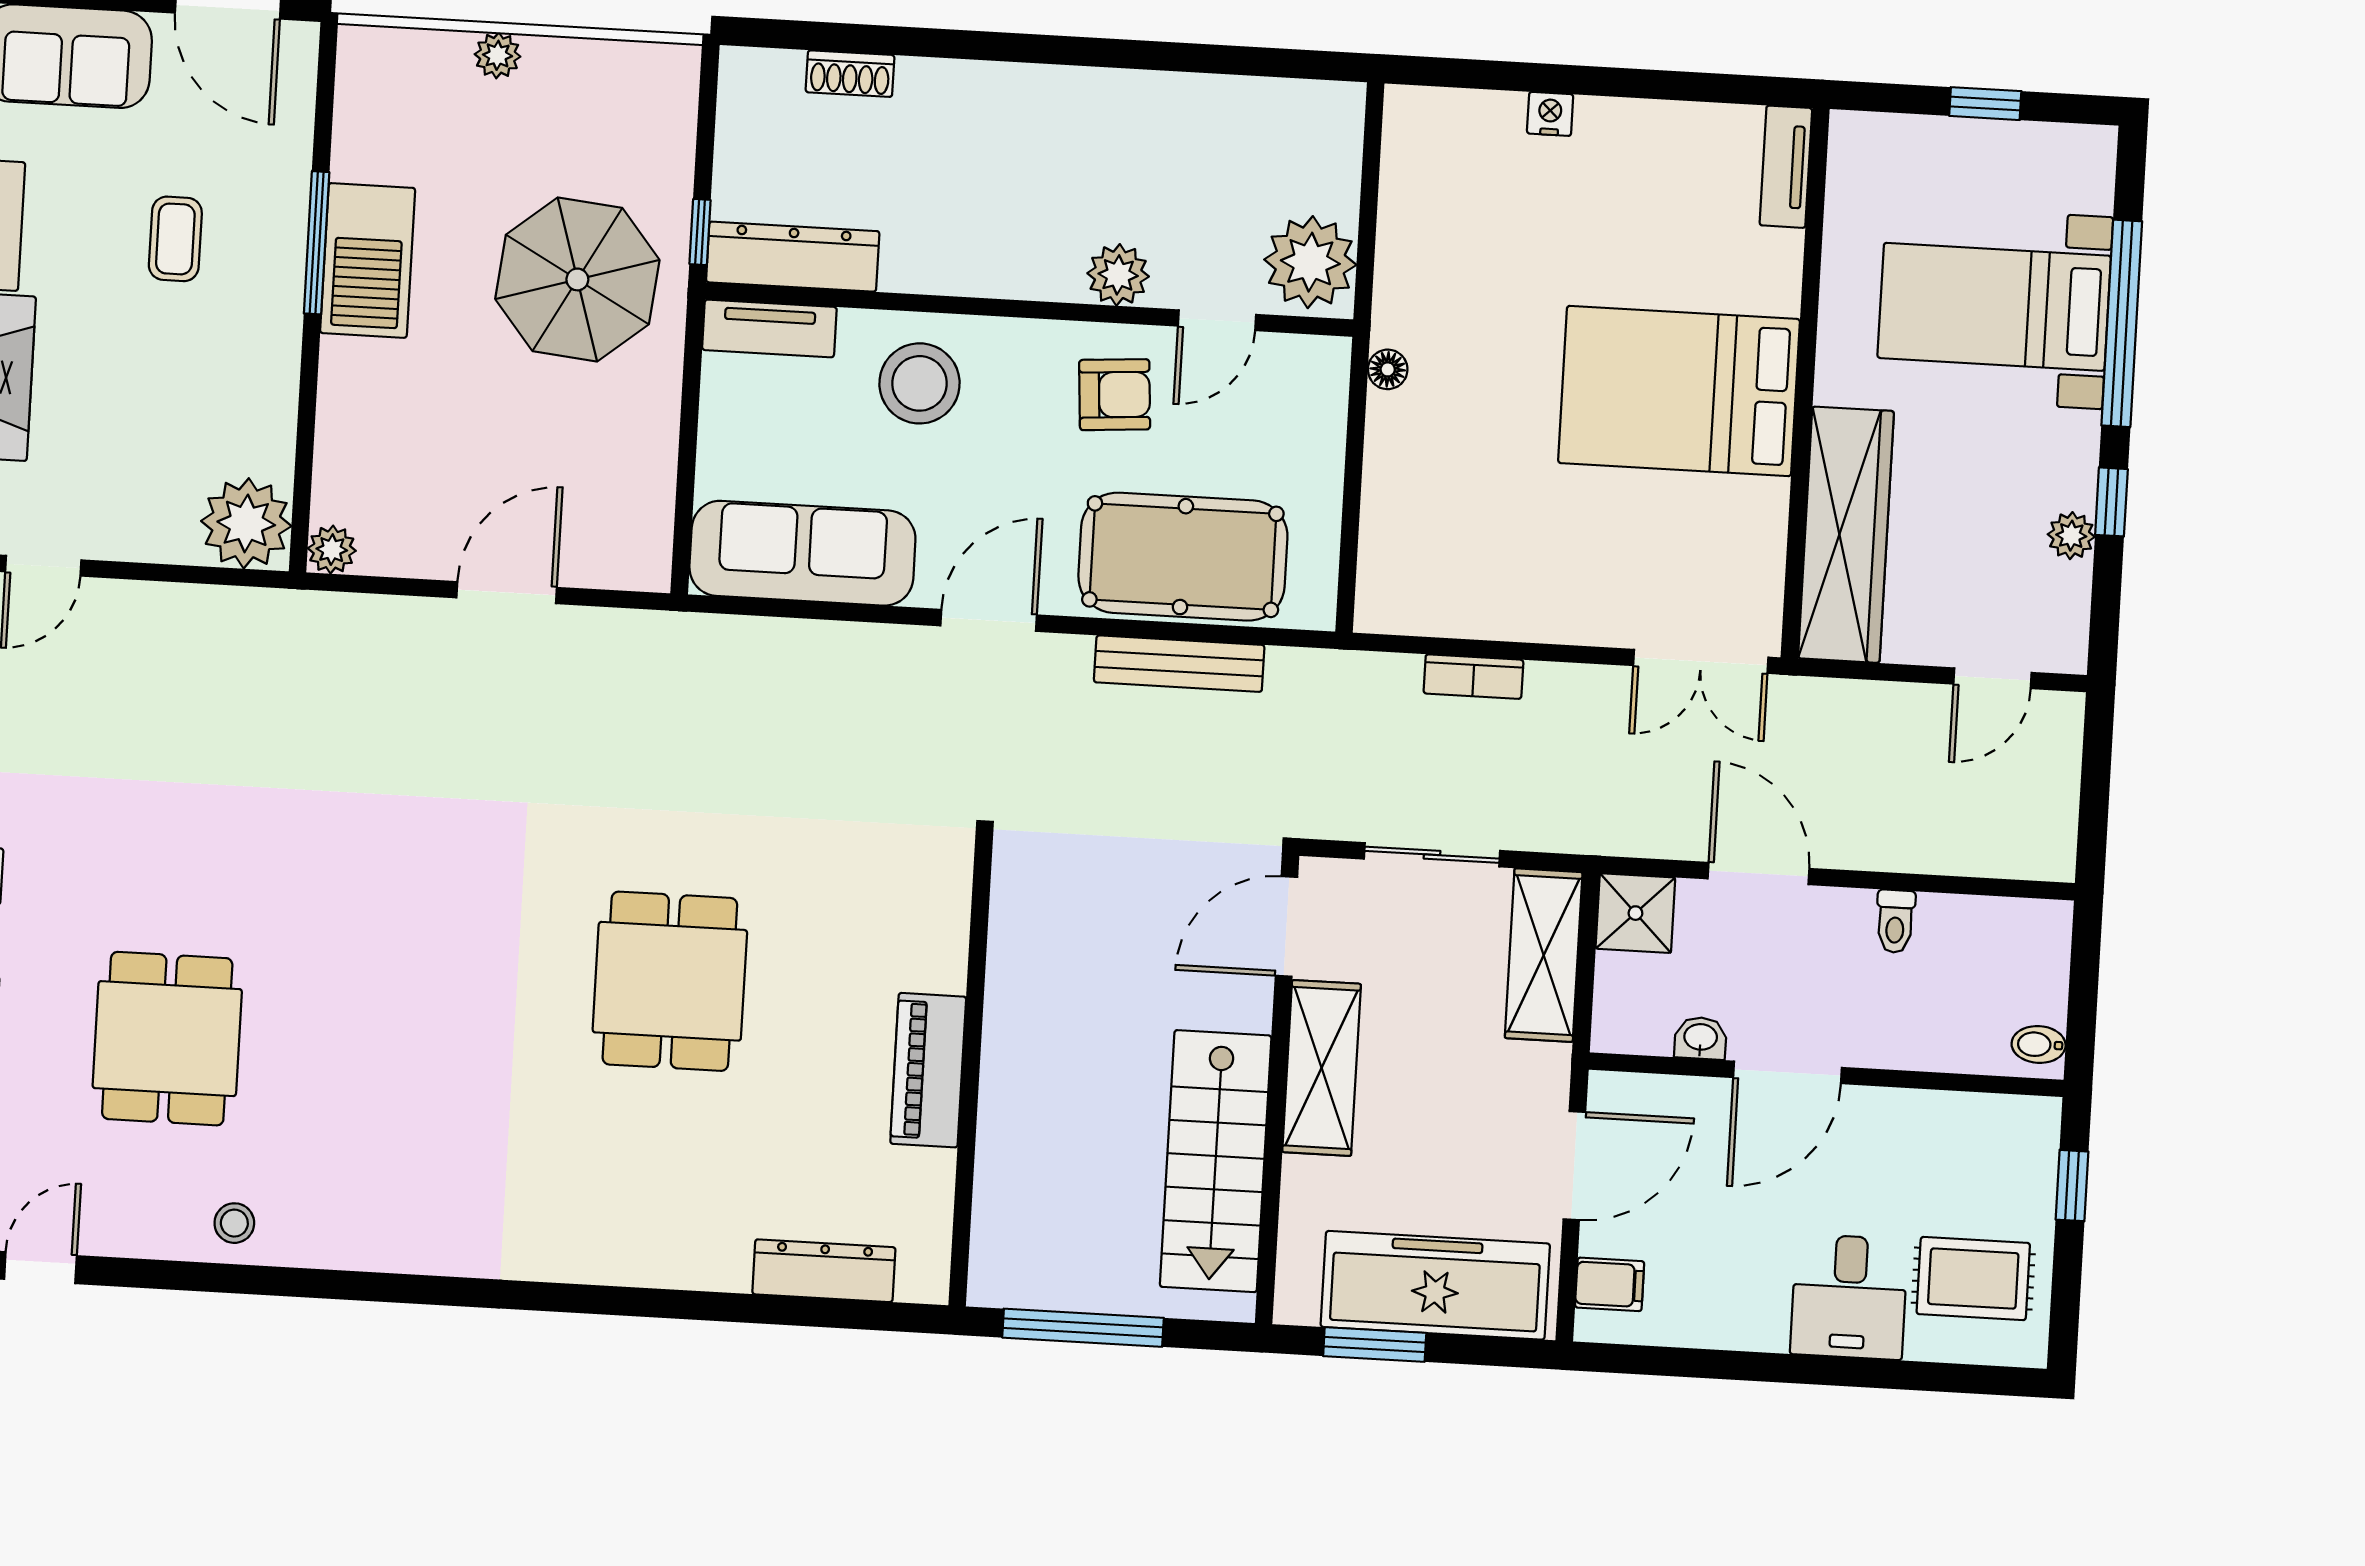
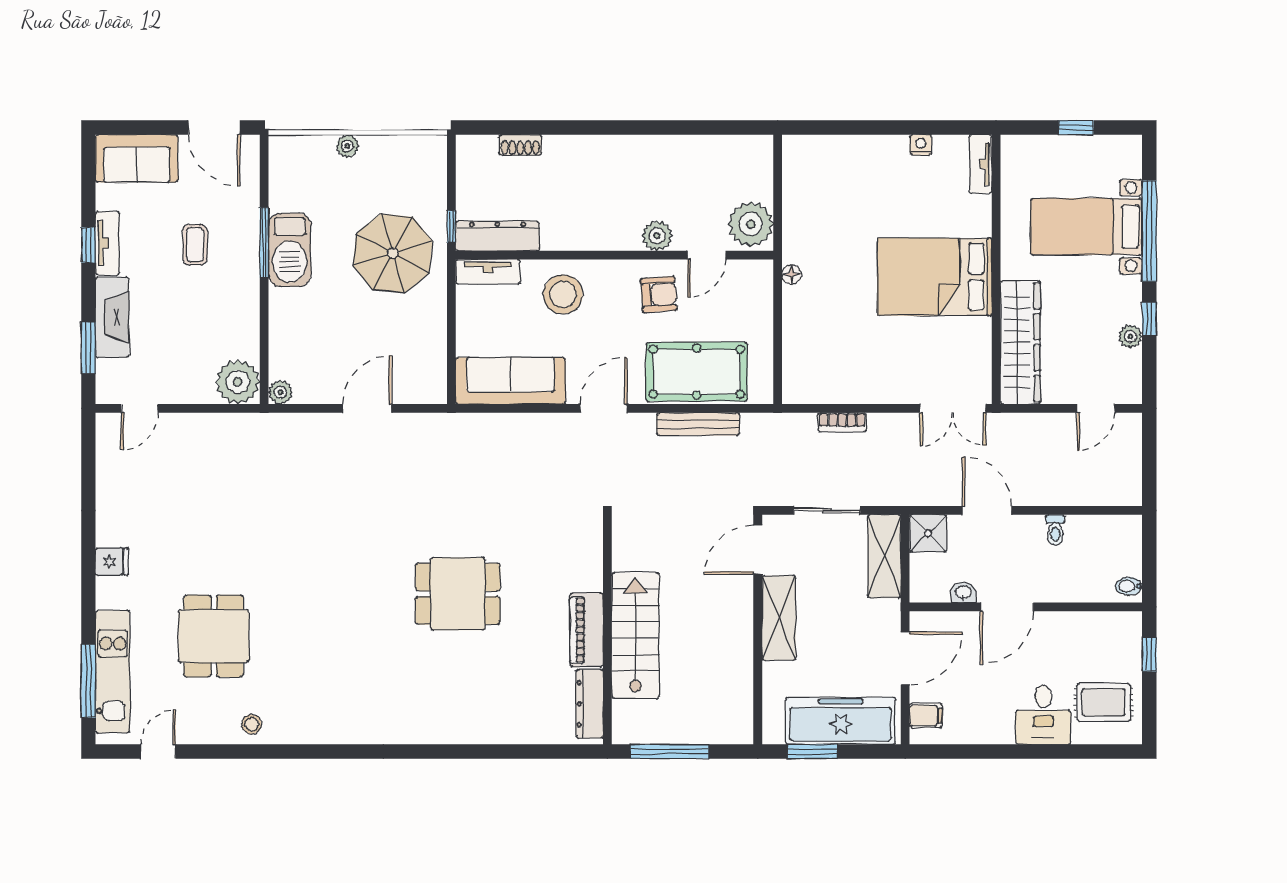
nightstand: (1550, 114) -> (921, 145), moved
dining table: (670, 981) -> (458, 594), turned 90
stairs: (1216, 1161) -> (635, 636), moved, turned 180
dresser: (824, 1271) -> (590, 704), moved, turned -90

